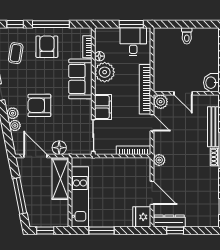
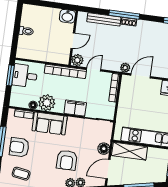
door: (152, 193) -> (141, 76), moved

